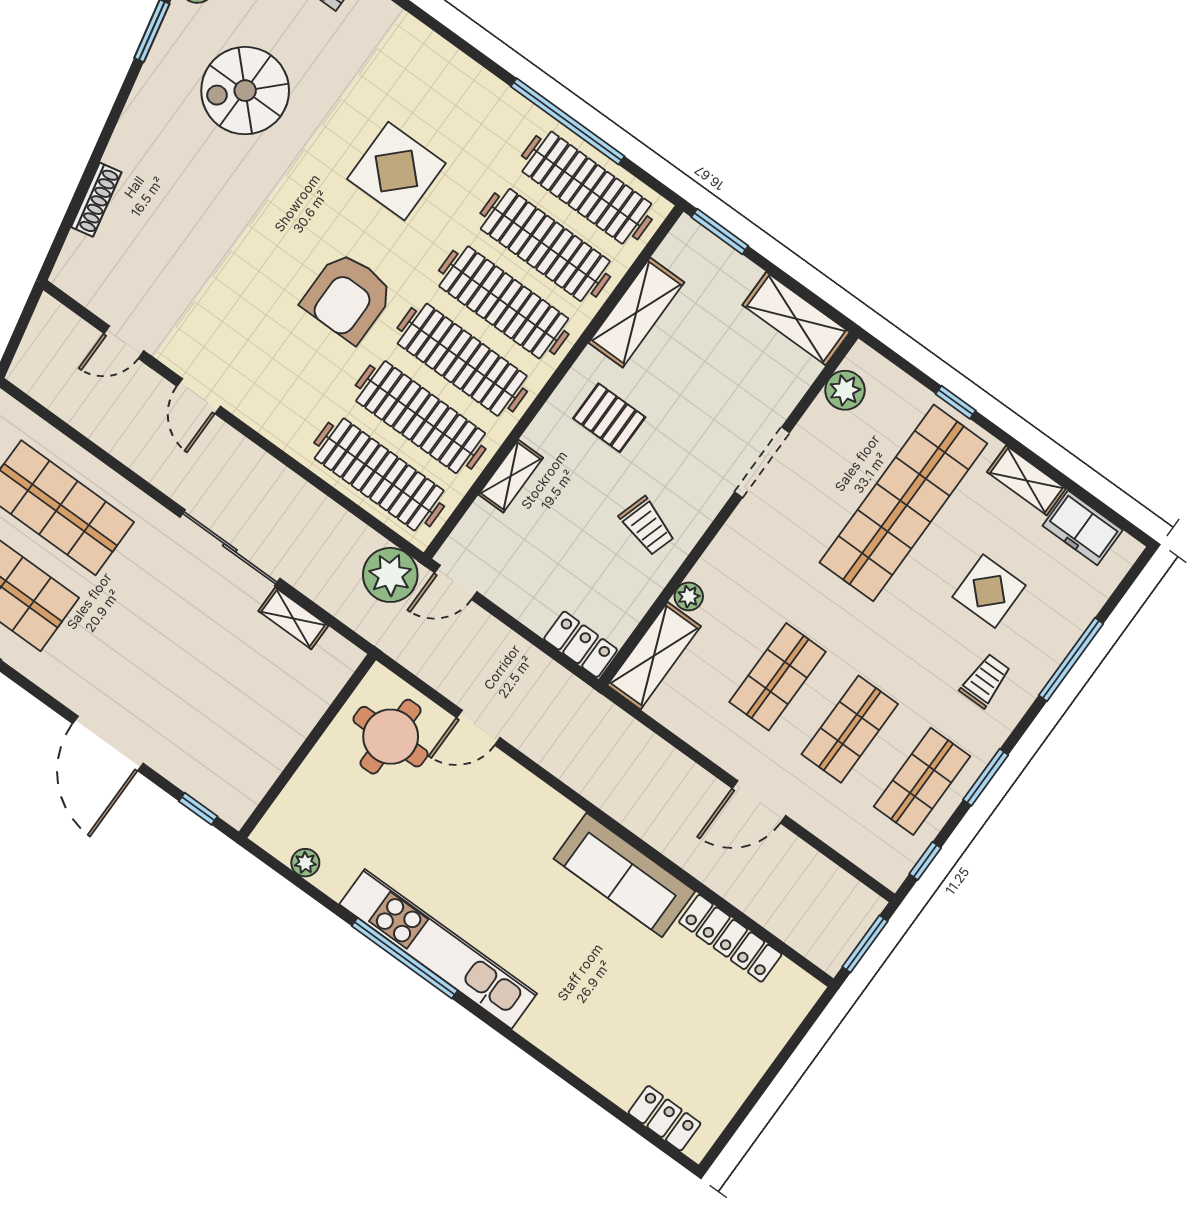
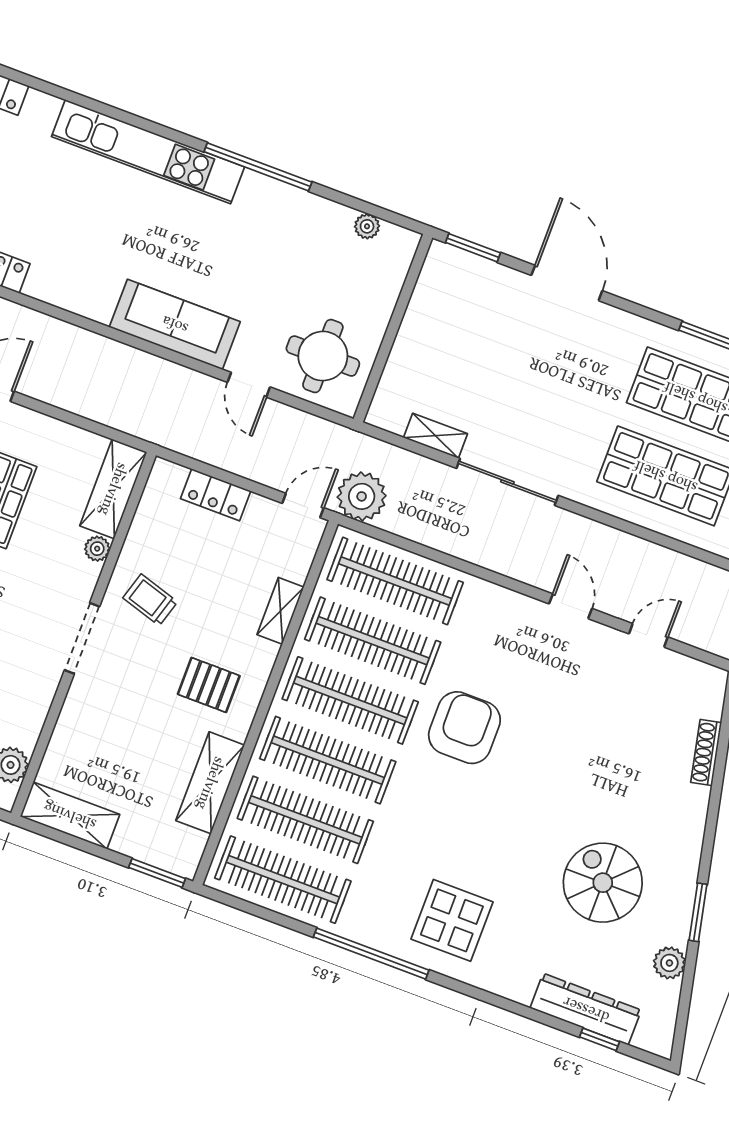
spiral stairs: (245, 91) -> (603, 883), turned -90
window: (568, 121) -> (371, 954), moved
display table: (396, 171) -> (452, 920), moved
doorway: (762, 462) -> (82, 638), moved
locker: (581, 644) -> (216, 495), moved
door: (478, 728) -> (249, 385), swing flipped
window: (198, 809) -> (473, 248), width x1.50
sofa: (624, 875) -> (175, 324), moved
kitchen unit: (438, 949) -> (148, 152), moved

